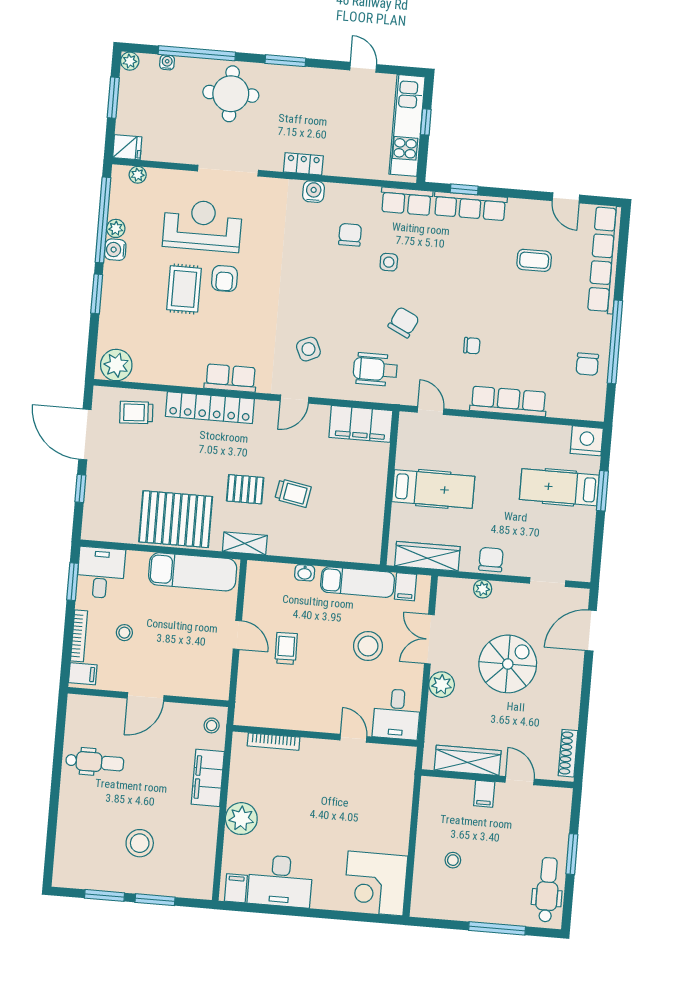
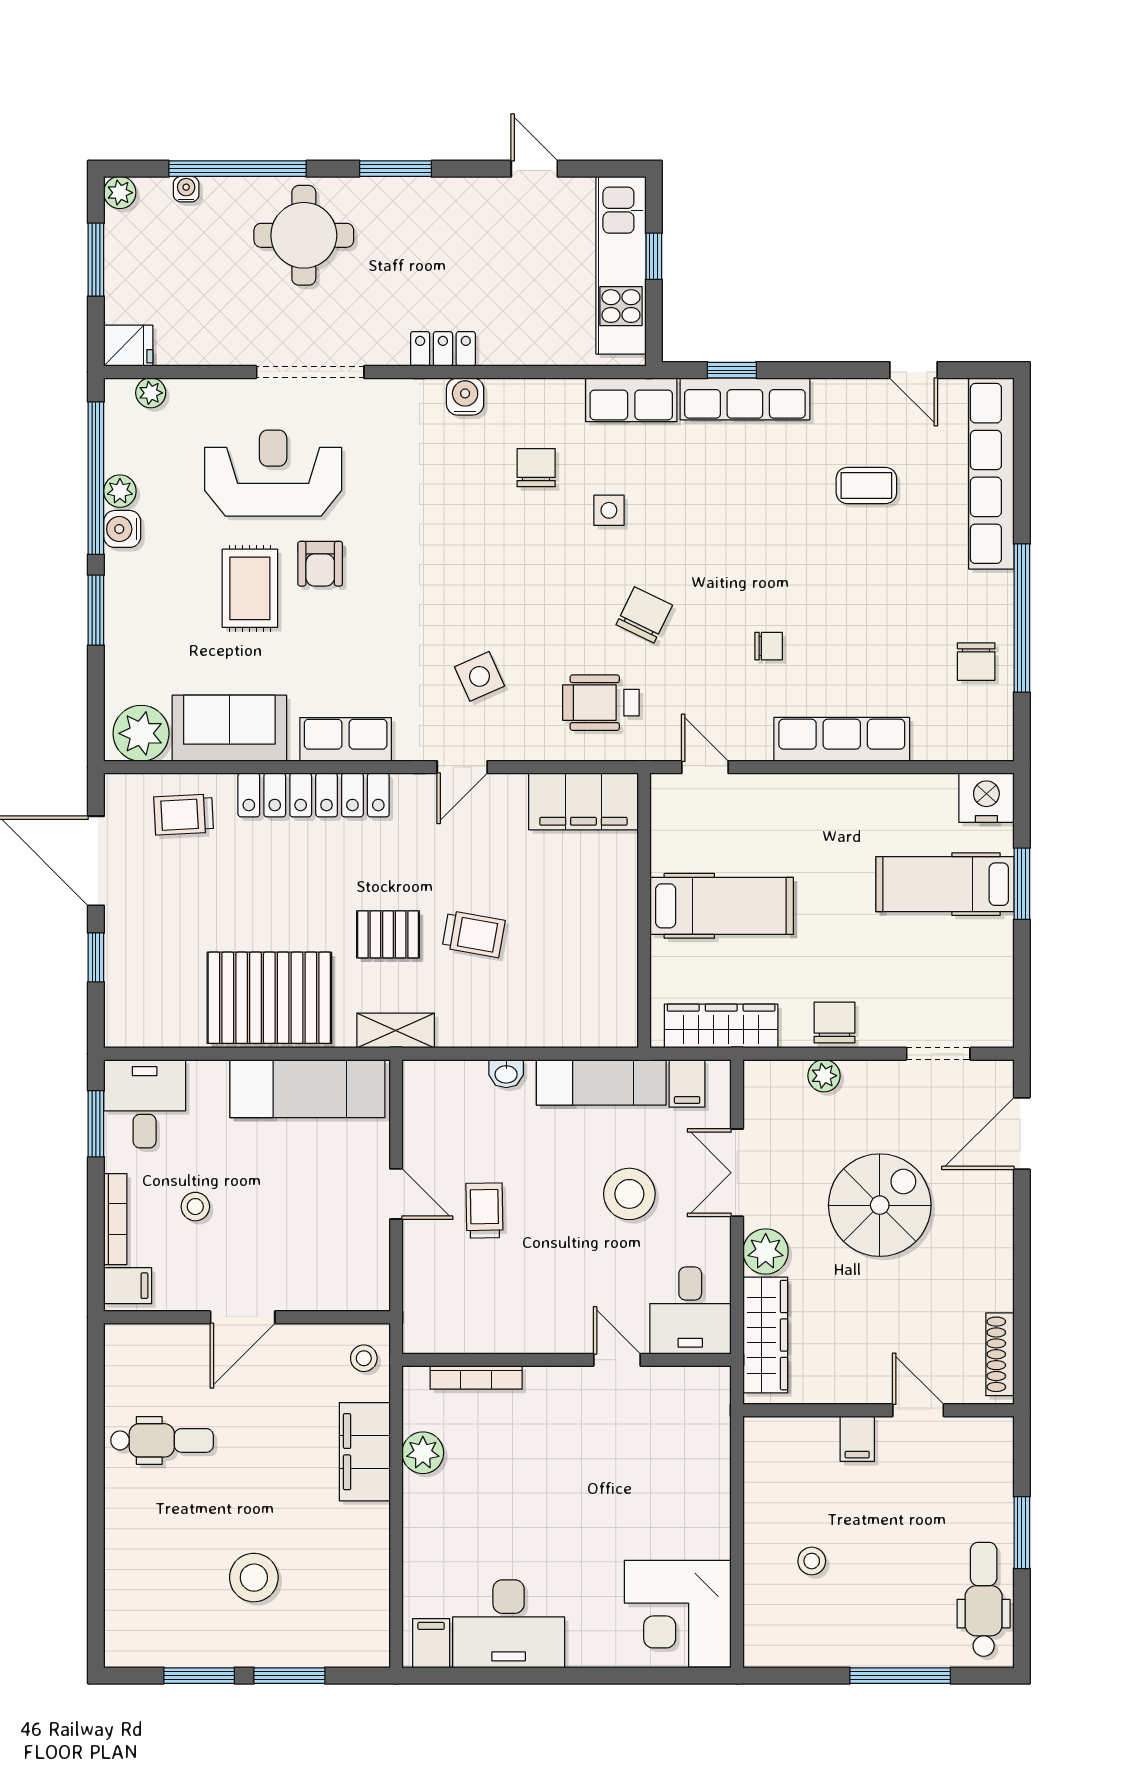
sofa: (166, 366) -> (229, 728), added
wardrobe: (468, 760) -> (765, 1335), moved, turned 90
plant: (241, 819) -> (423, 1453), moved, width x0.73, depth x0.73

